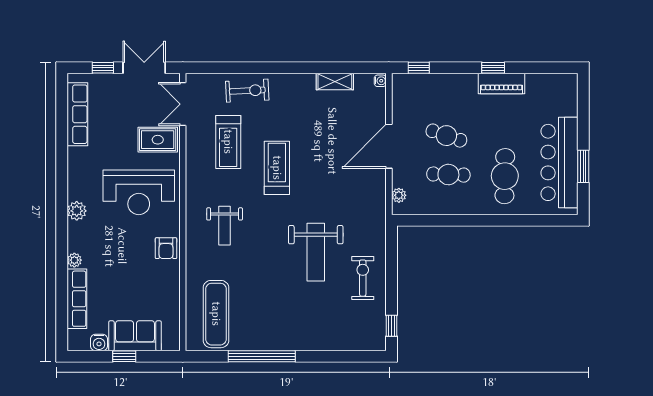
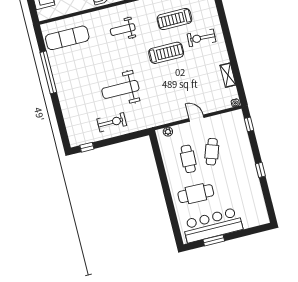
piano: (502, 84) -> (252, 178), removed
exercise bike: (247, 91) -> (201, 38), moved, turned 96
door: (389, 146) -> (196, 118), width x0.53

